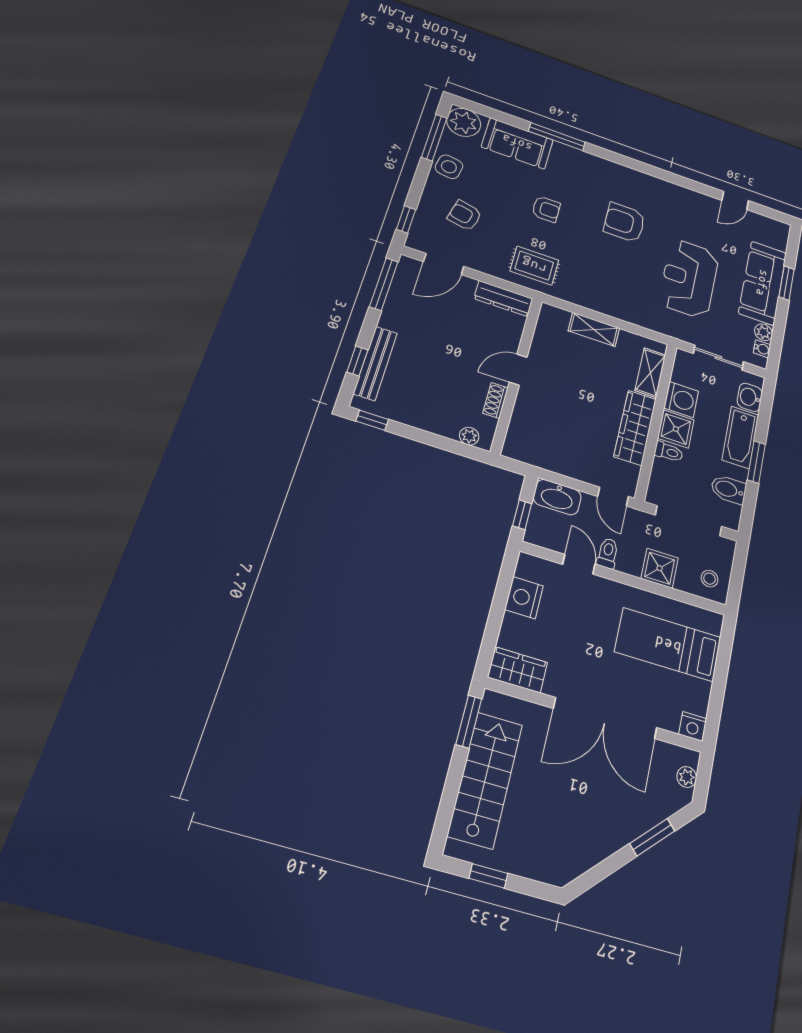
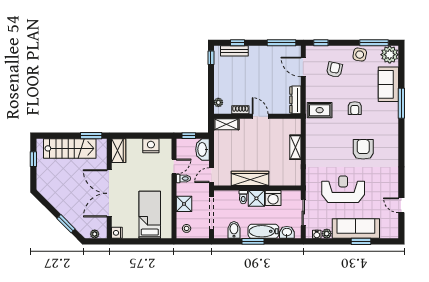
rug: (534, 266) -> (320, 110), turned 90
bench: (375, 363) -> (234, 51), width x0.73
shelving: (650, 373) -> (226, 124), moved

